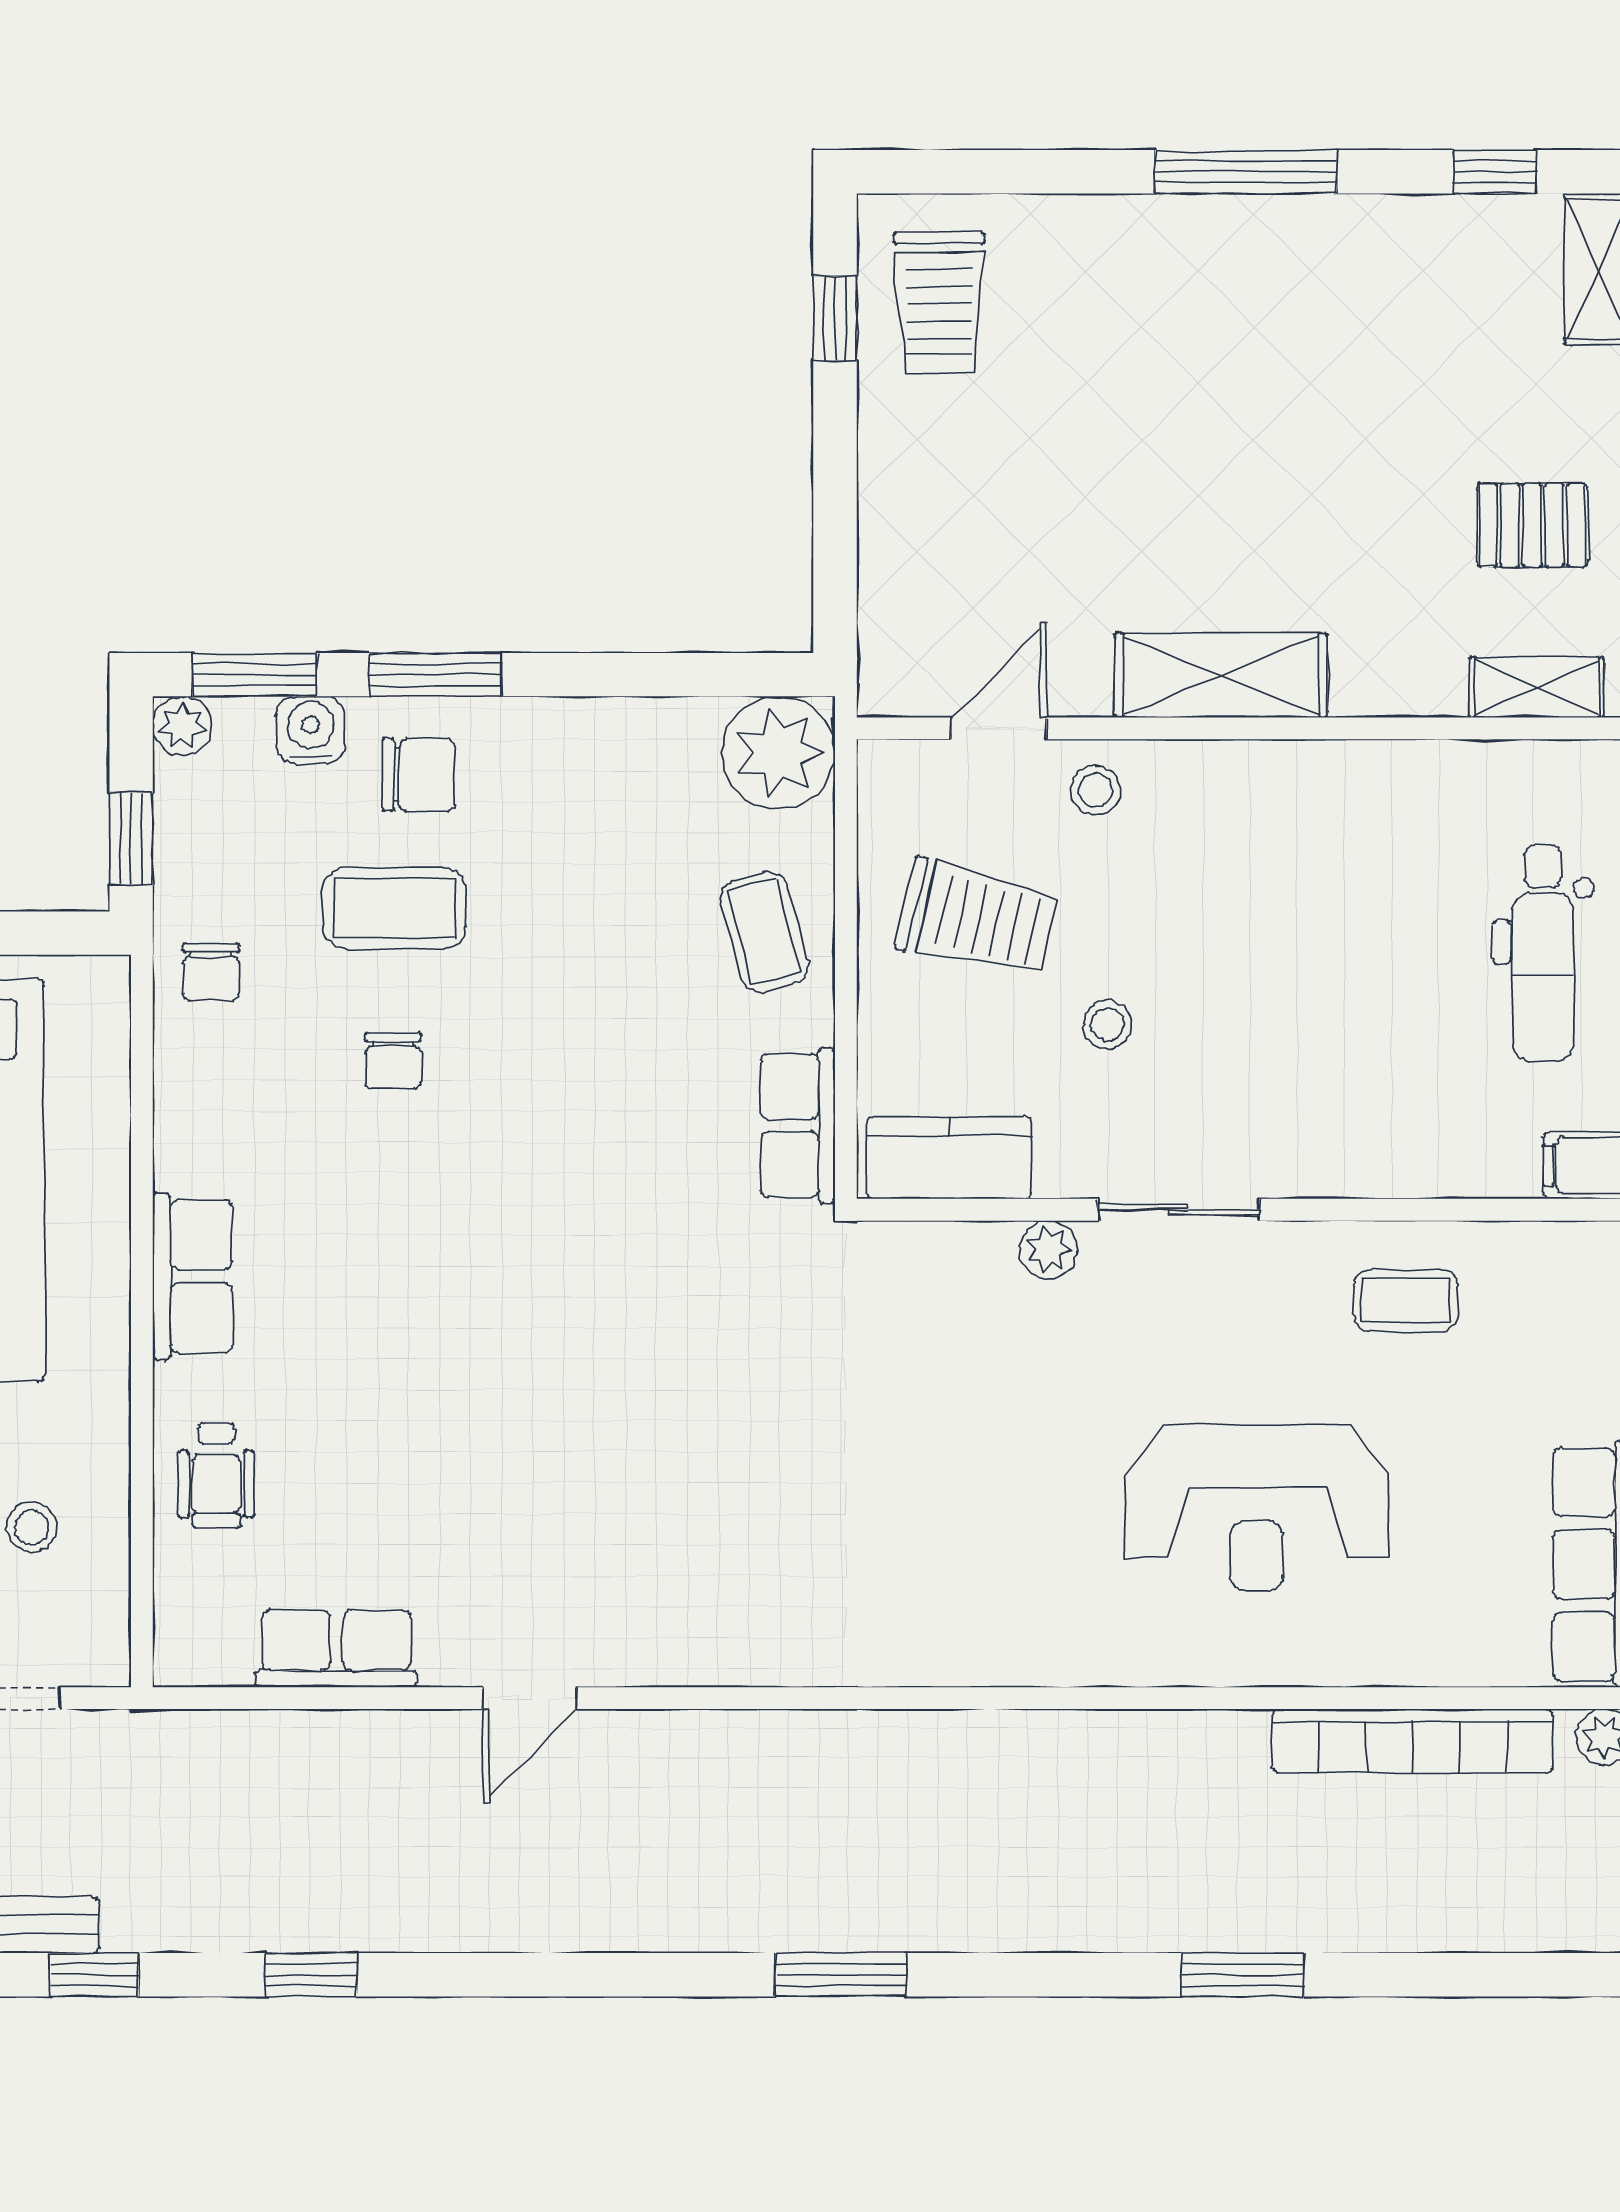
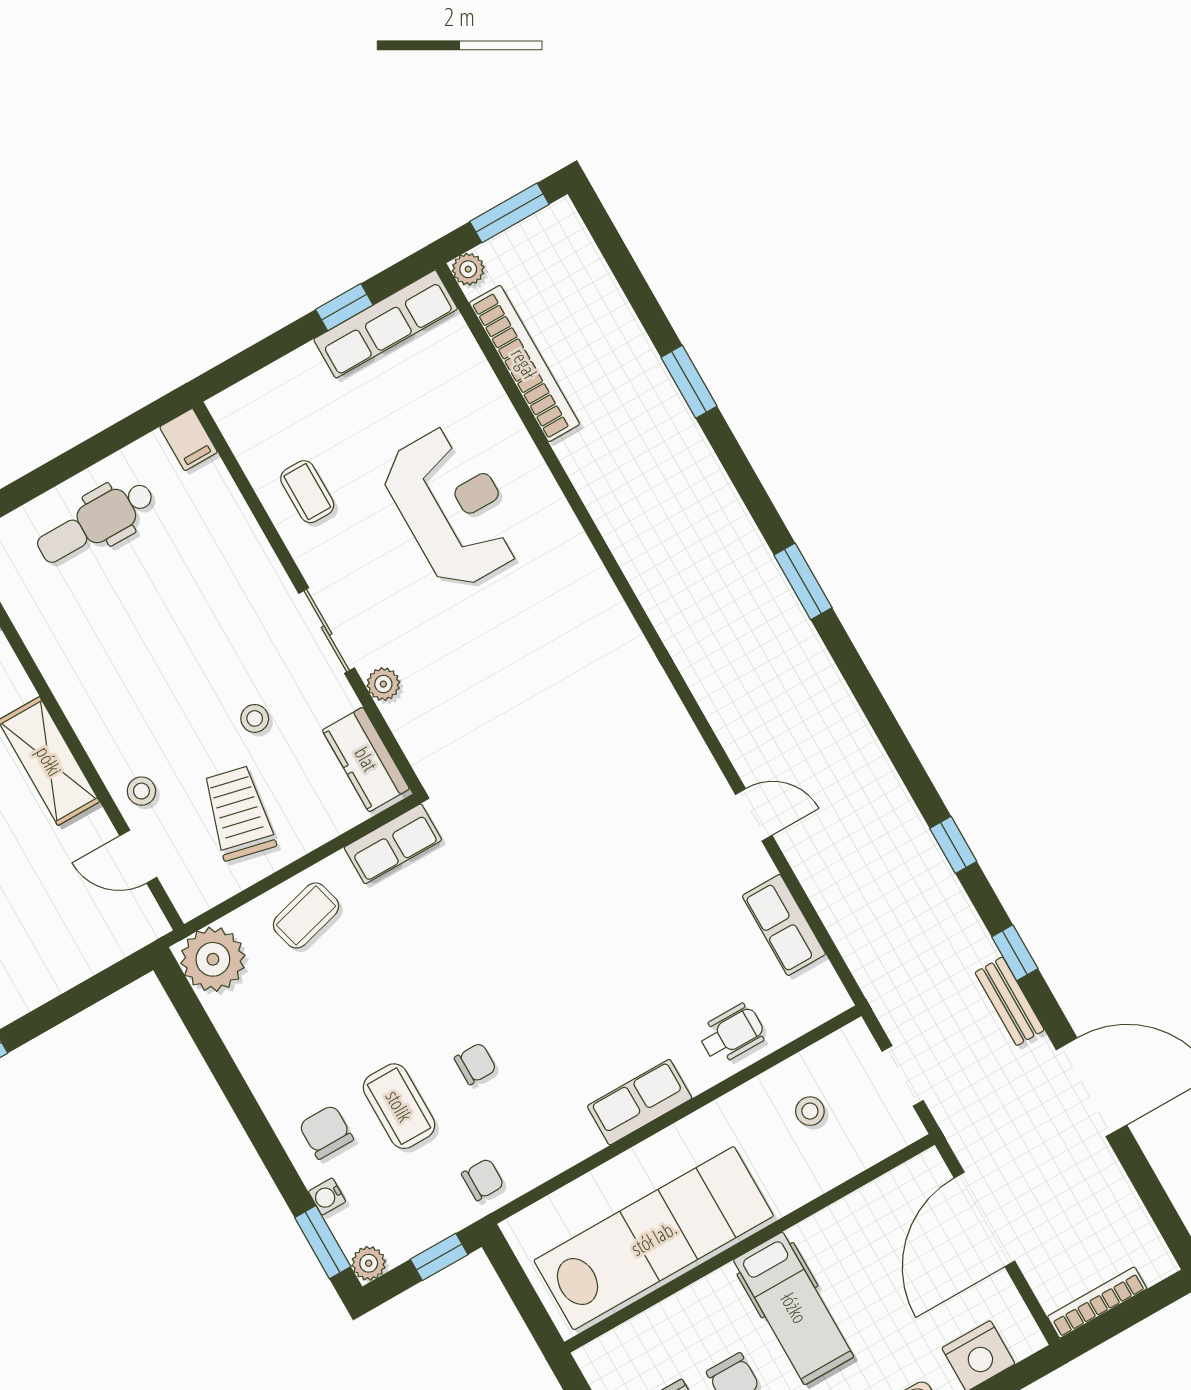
window: (435, 675) -> (271, 1152), removed
water cooler: (310, 730) -> (327, 1197), width x0.72, depth x0.72
dental chair: (1543, 953) -> (96, 522), turned 180

